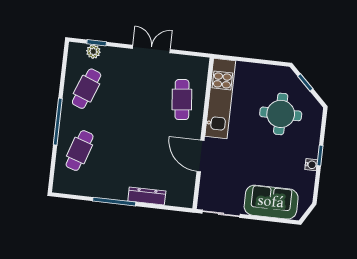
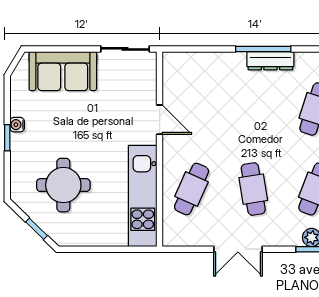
cafe table: (134, 94) -> (253, 189), added
cafe table: (182, 100) -> (192, 189), turned 30
door: (201, 156) -> (160, 120), width x0.73
dresser: (147, 196) -> (270, 61), moved

